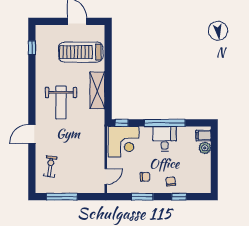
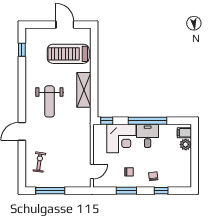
corner desk: (124, 142) -> (121, 138), moved

